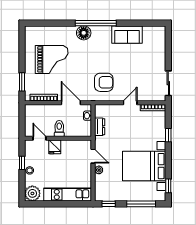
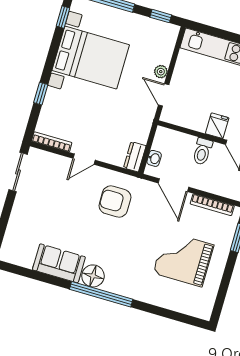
floor lamp: (84, 33) -> (93, 276), moved
dresser: (100, 127) -> (135, 157), moved

